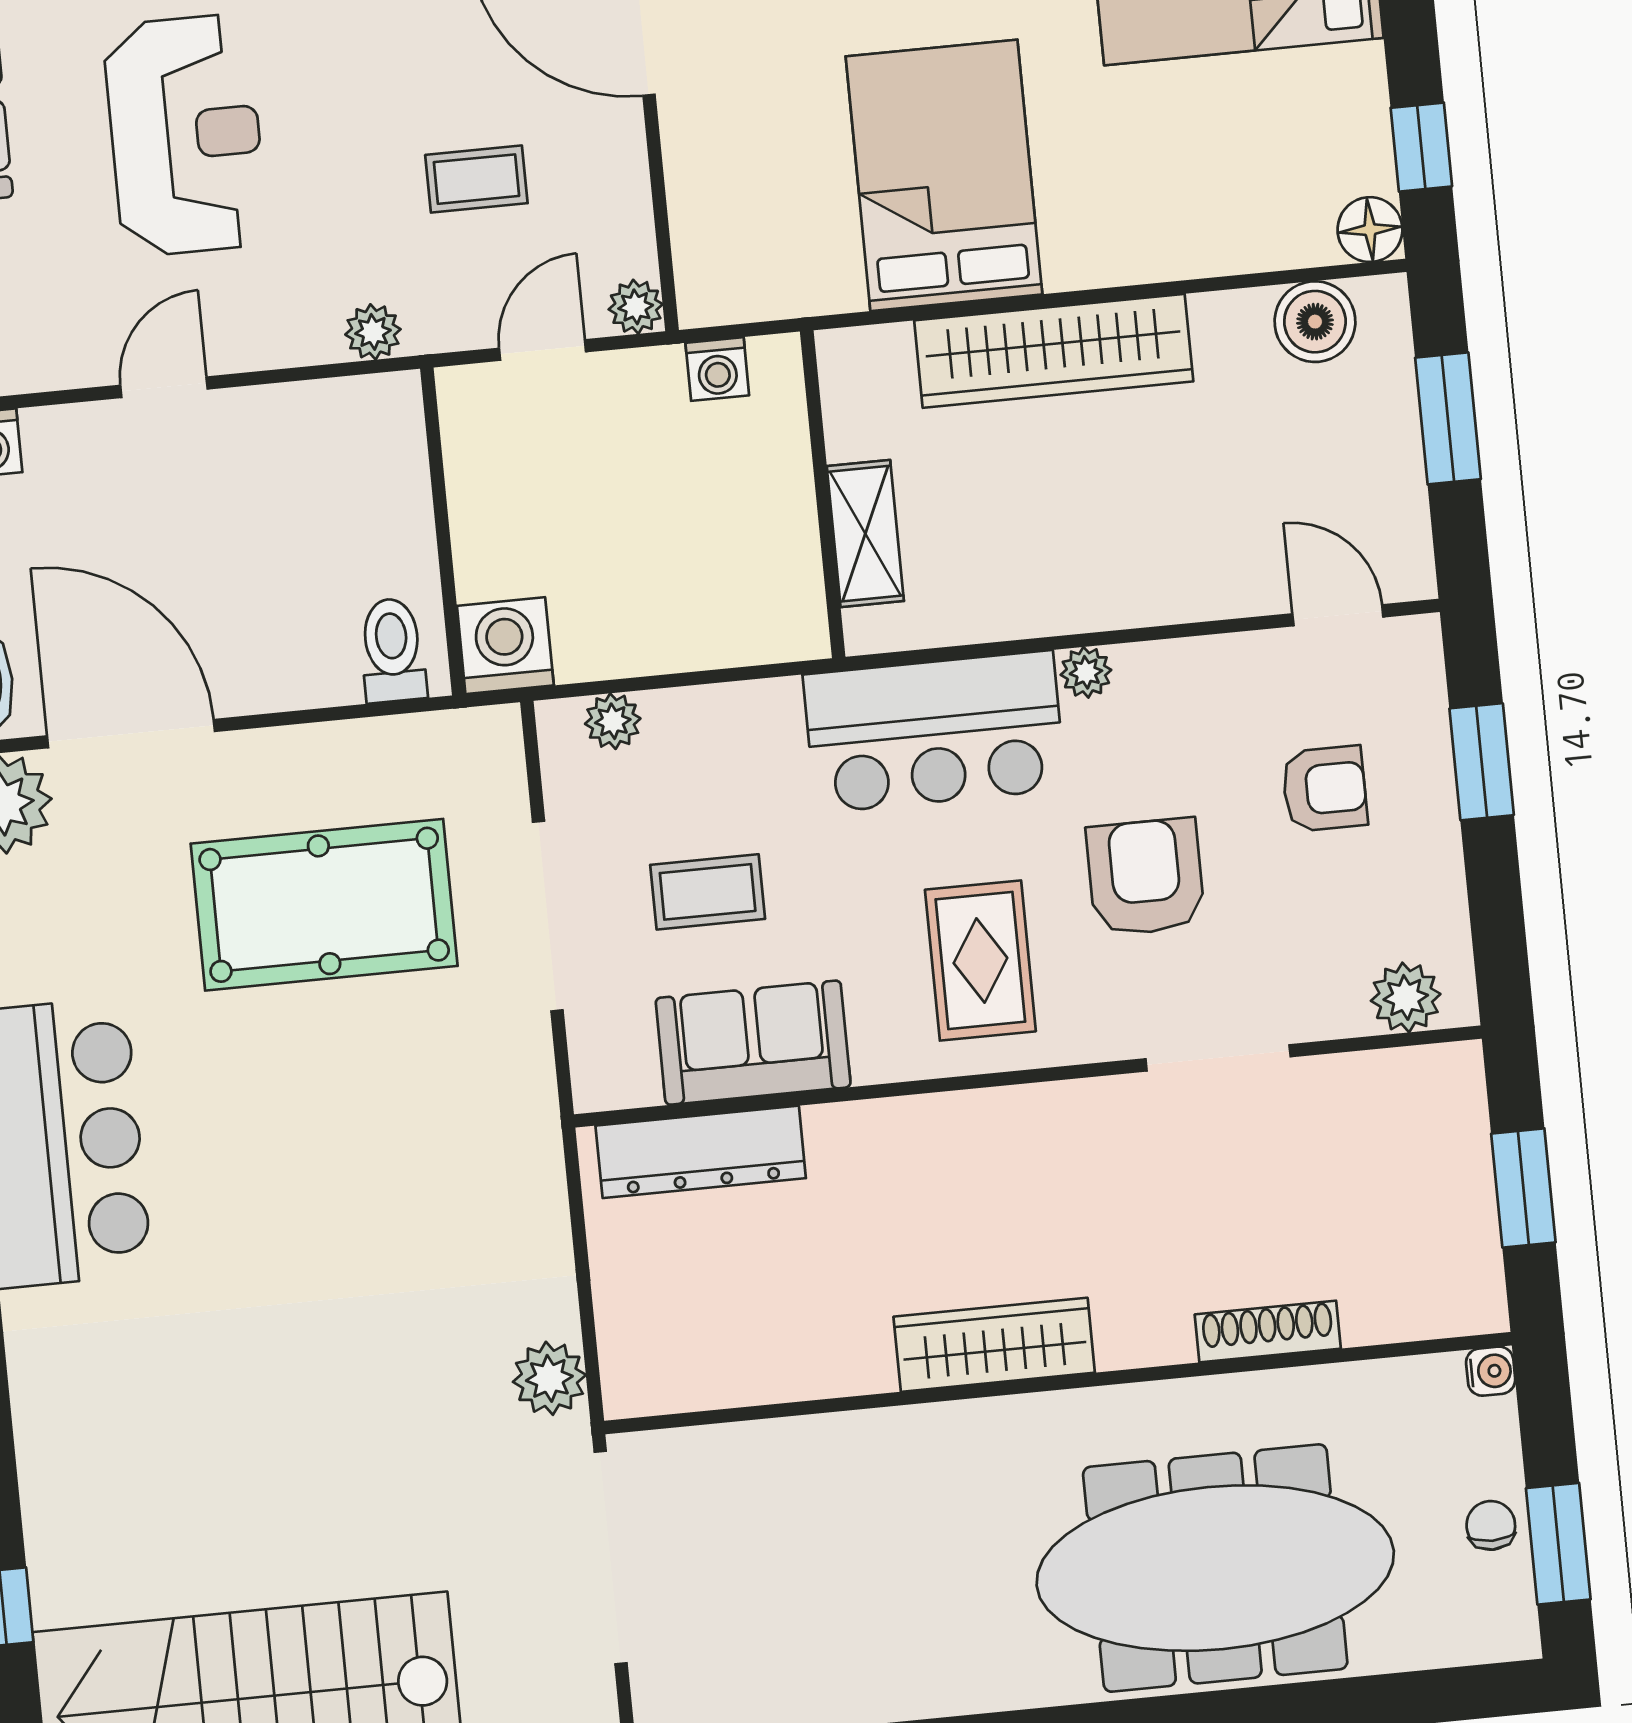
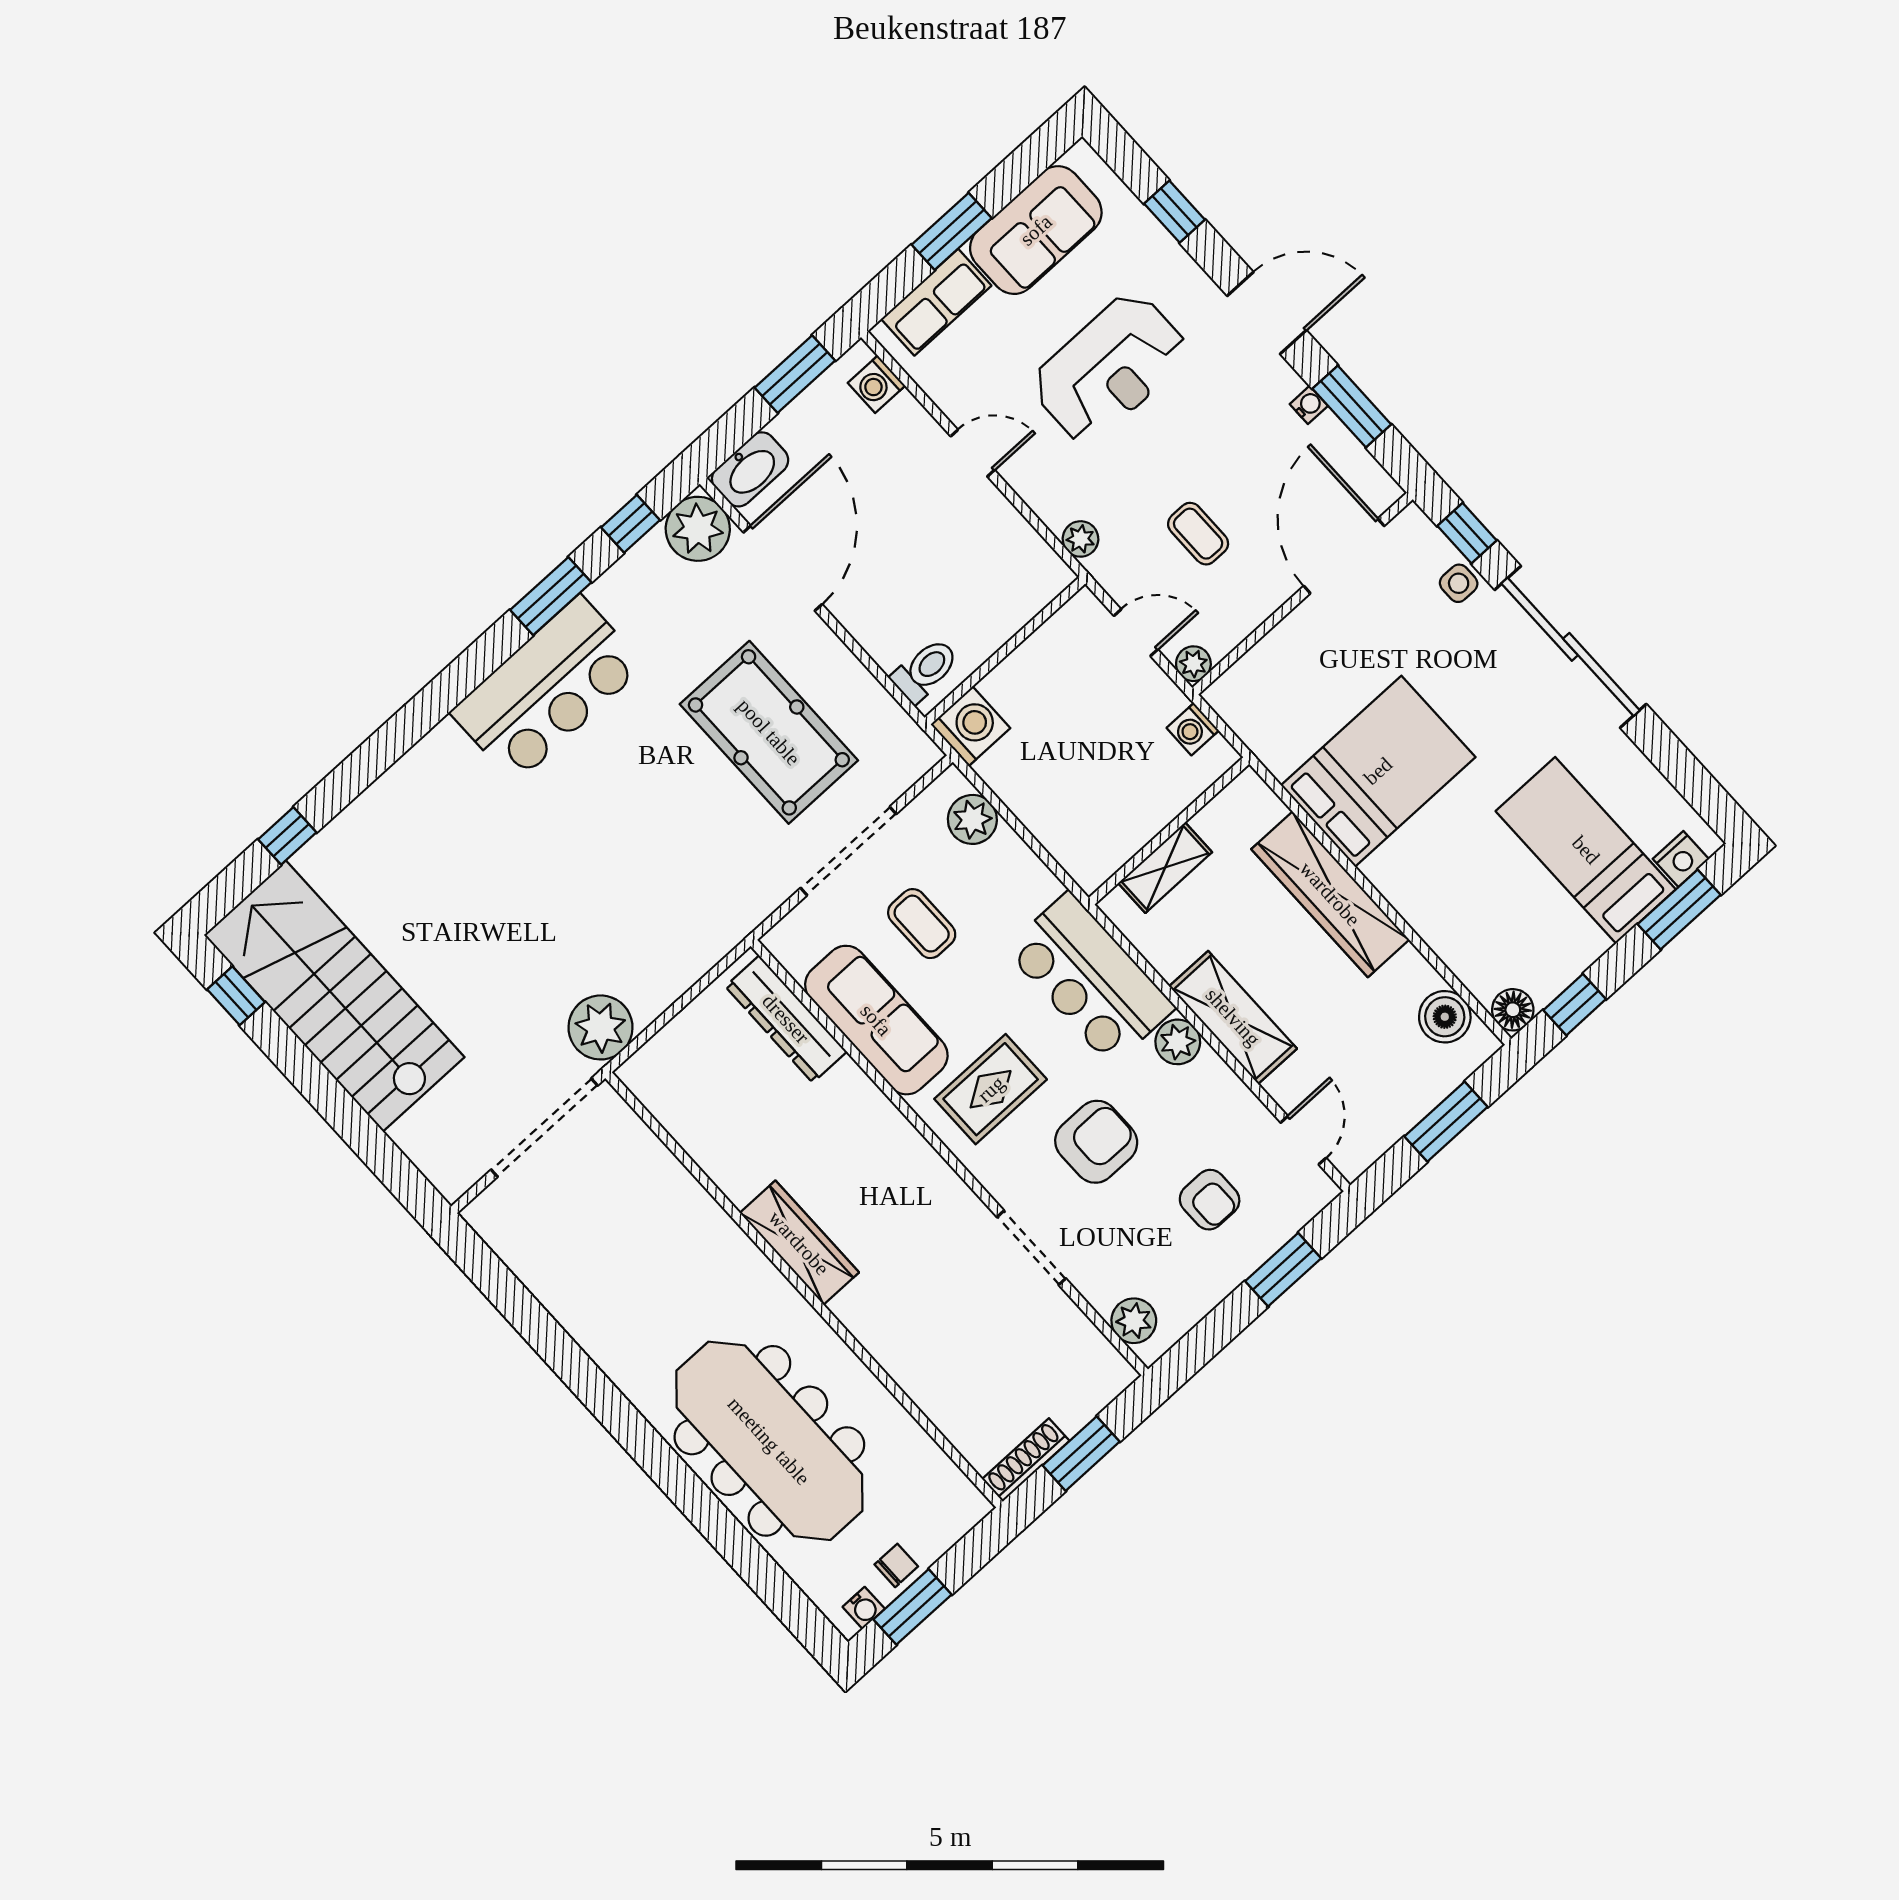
shelving: (1117, 589) -> (1233, 1017), added
plant: (1086, 672) -> (1178, 1042), width x1.38, depth x1.38
plant: (613, 721) -> (972, 819), width x1.38, depth x1.38
sofa: (753, 1043) -> (876, 1020), width x1.36
shoe rack: (1268, 1332) -> (1026, 1460), moved, turned -90
water cooler: (1491, 1371) -> (864, 1608), moved
plant: (549, 1378) -> (601, 1027), width x1.36, depth x1.36

